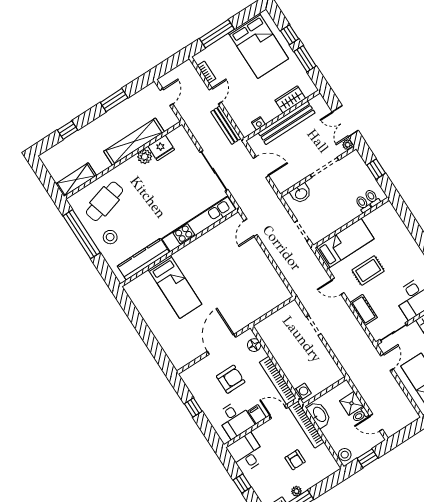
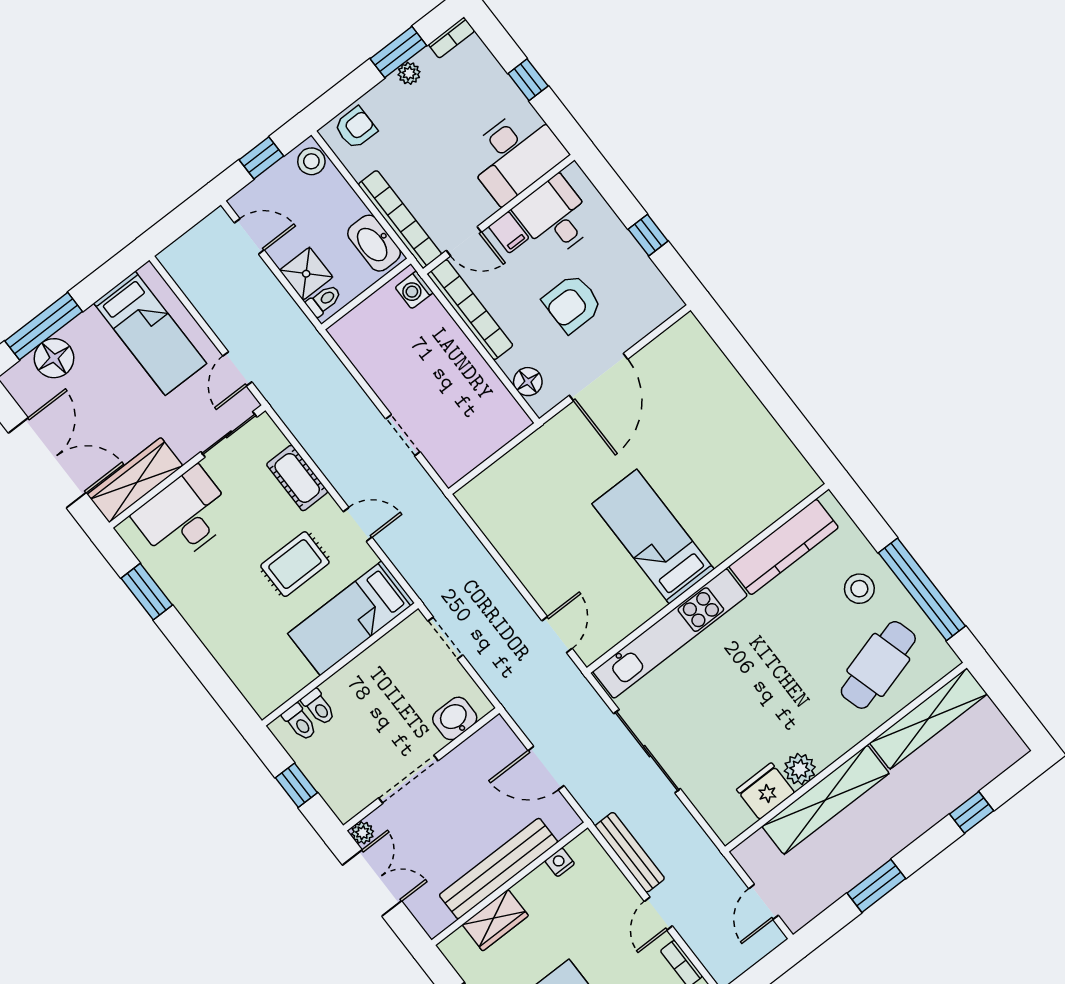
shelving: (76, 180) -> (928, 719), width x1.47
bed: (175, 287) -> (653, 537), moved
toilet: (360, 415) -> (324, 300), moved
desk: (246, 453) -> (515, 154), width x1.37
armchair: (295, 460) -> (356, 128), moved, turned 90

